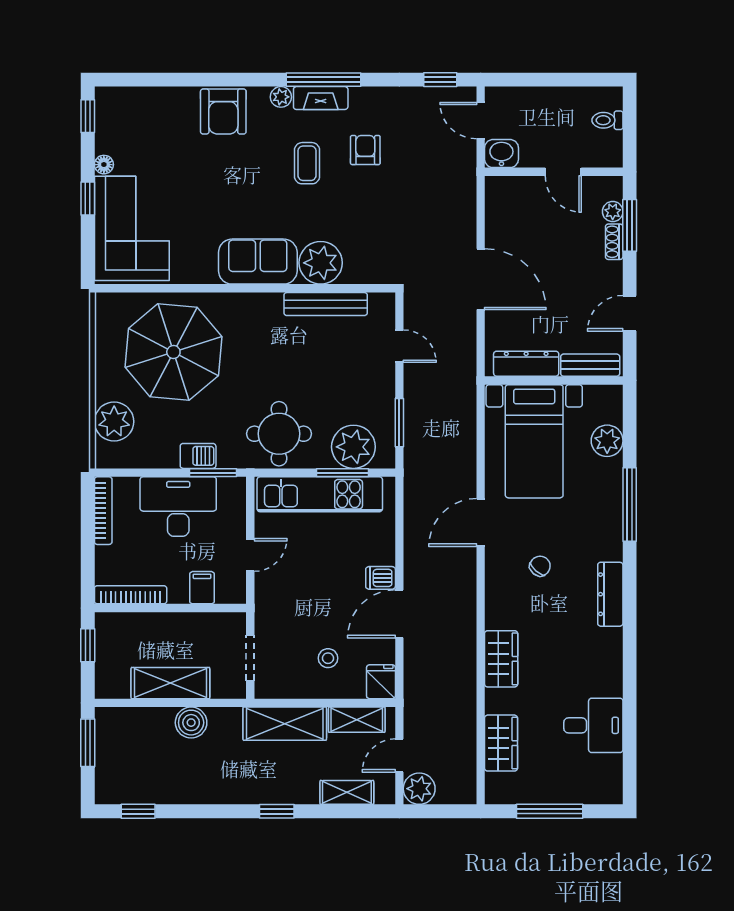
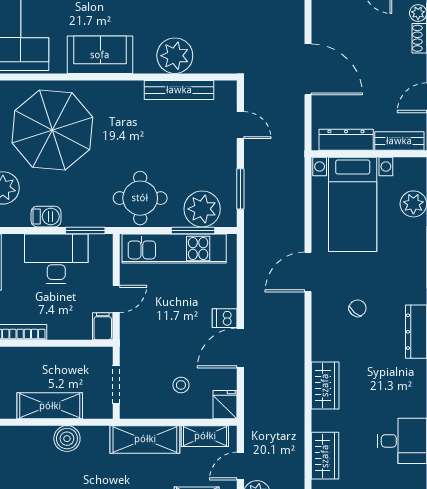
sofa: (258, 262) -> (100, 55), moved
barbecue: (198, 456) -> (46, 217), moved
filing cabinet: (202, 588) -> (103, 326), moved

